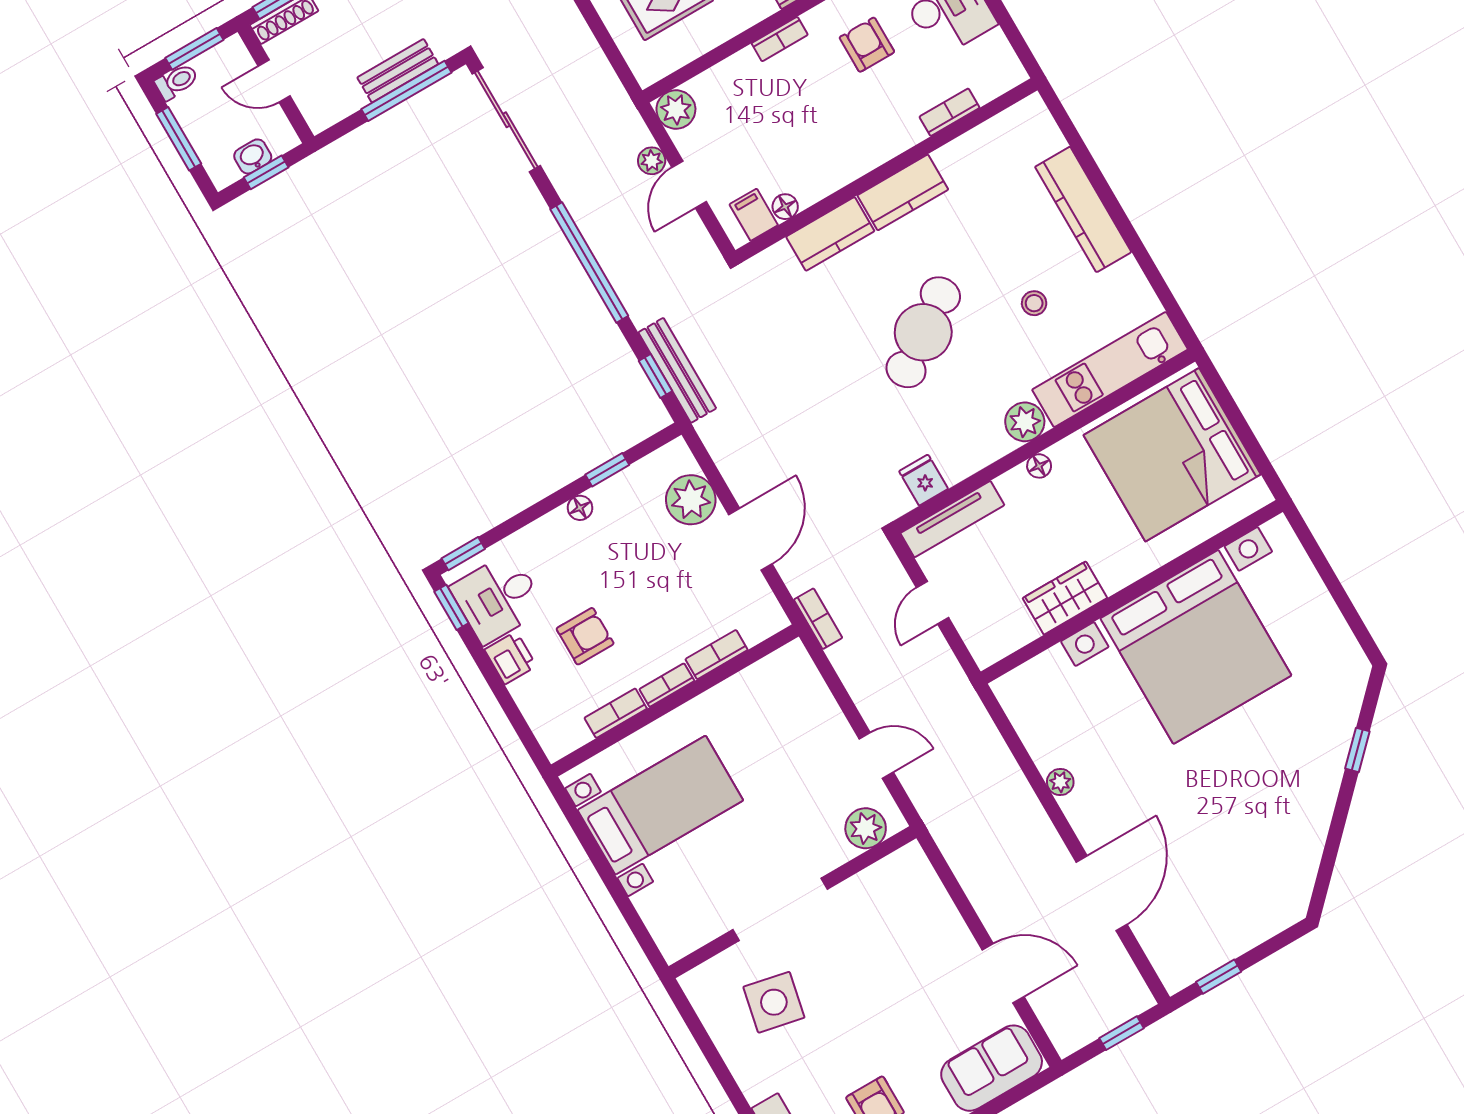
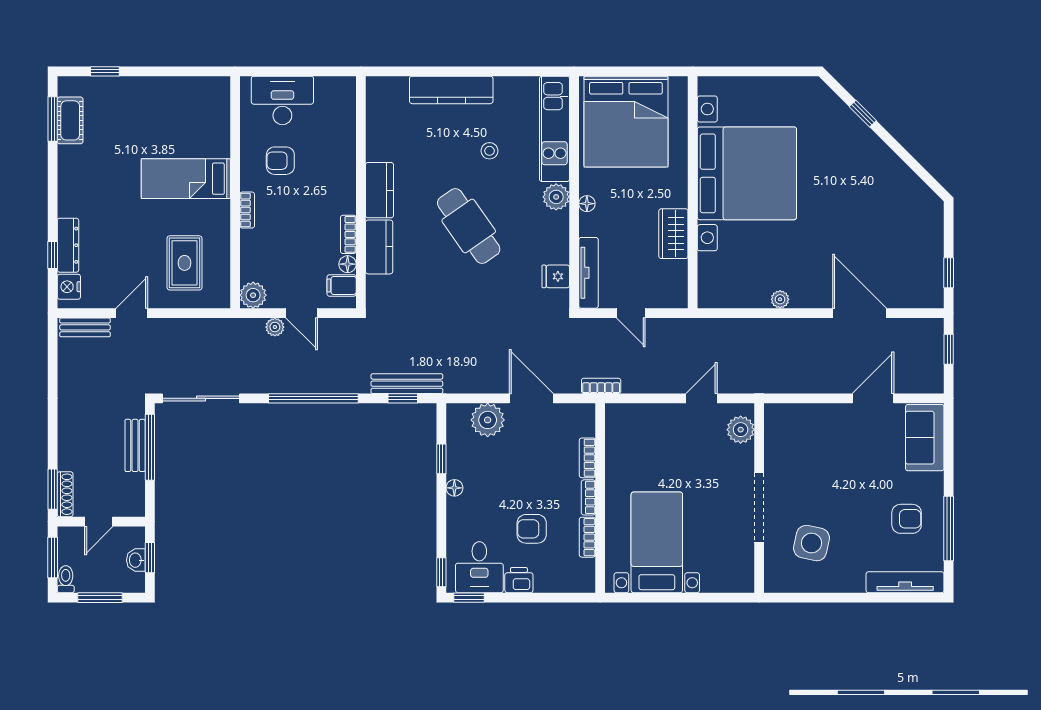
bookcase: (949, 112) -> (348, 234), moved
armchair: (585, 636) -> (532, 529), turned -90

